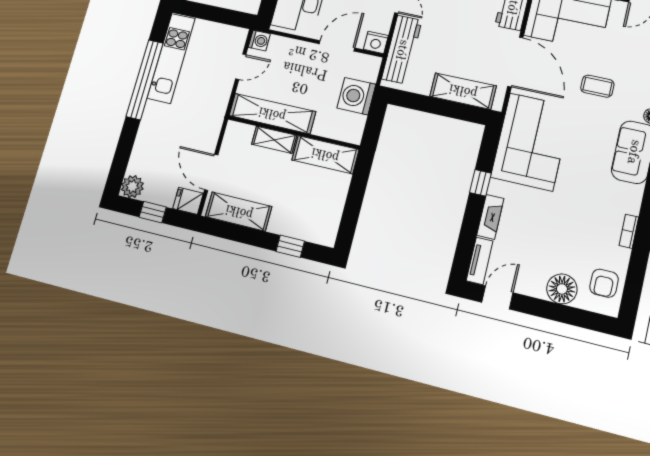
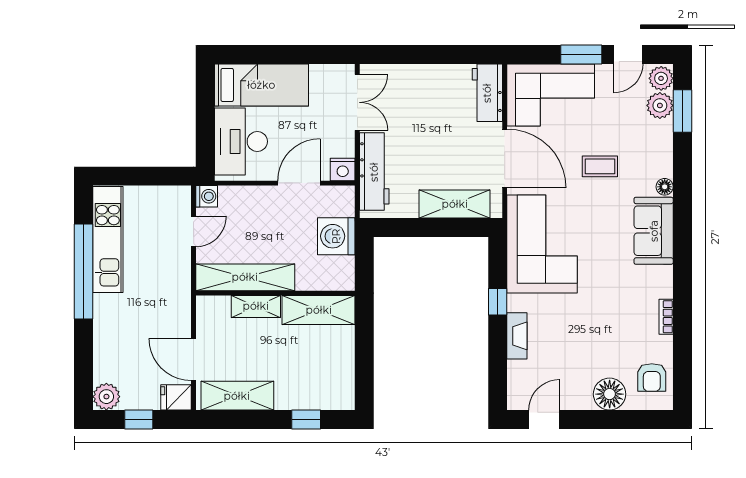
tv unit: (480, 261) -> (516, 386), removed

